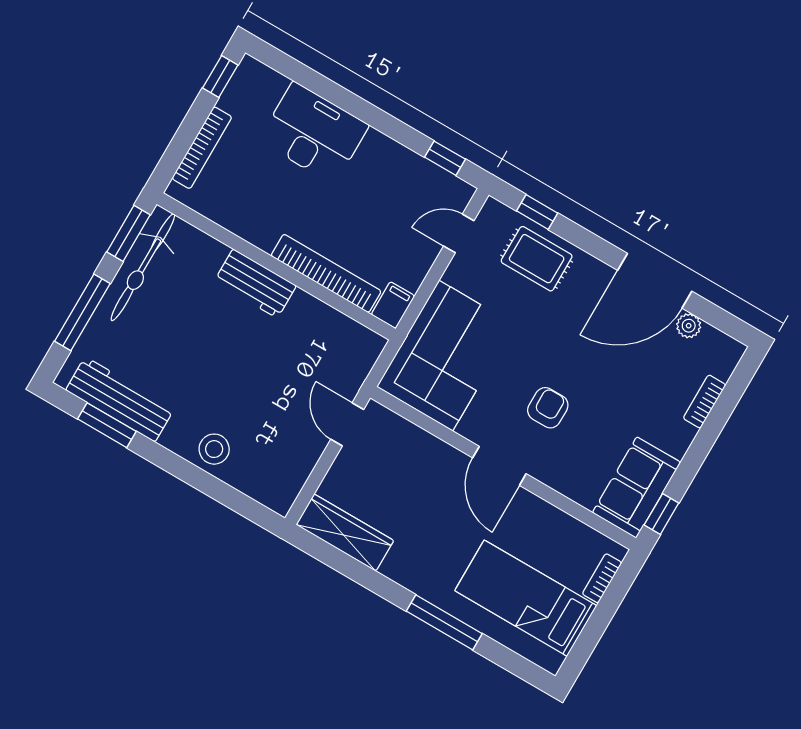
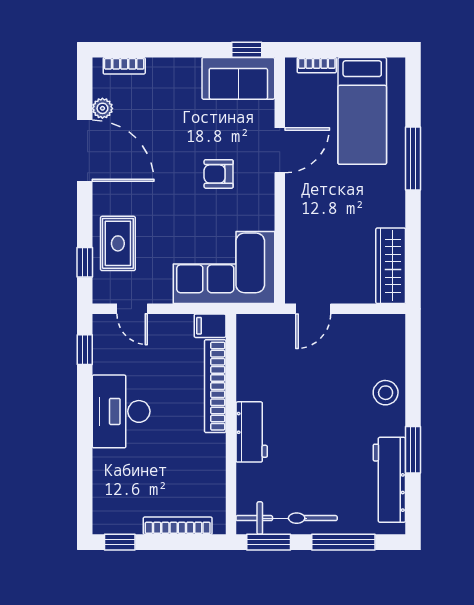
desk: (314, 133) -> (121, 411), moved
bookcase: (704, 401) -> (124, 66), moved
window: (107, 425) -> (413, 450), moved
door: (499, 466) -> (280, 150), moved

